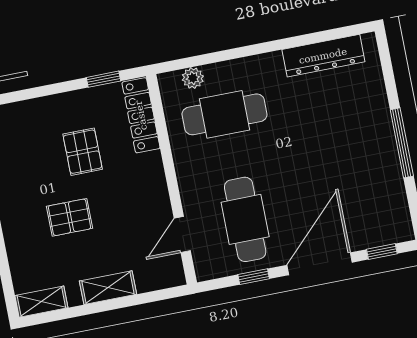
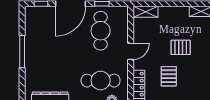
door: (182, 234) -> (131, 51), moved
shelving: (108, 288) -> (145, 12), moved

